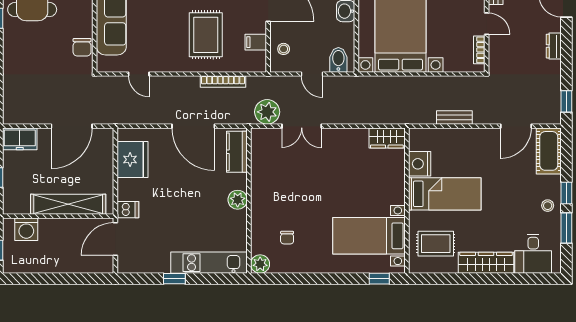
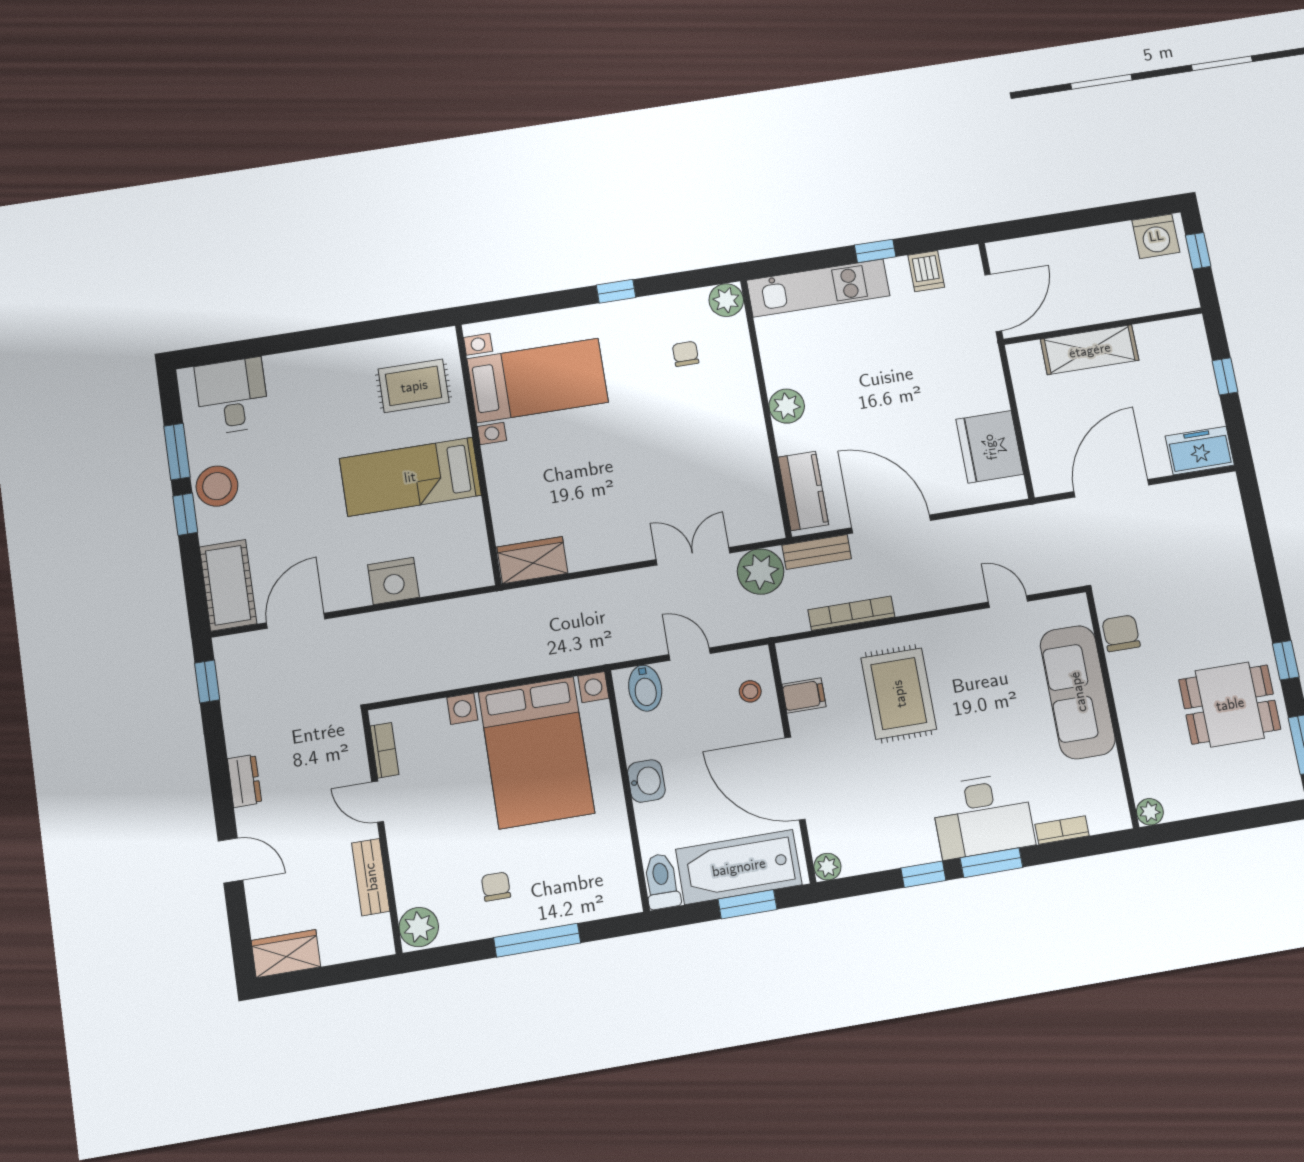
bench: (454, 117) -> (817, 552), moved
nightstand: (420, 164) -> (394, 581), moved, turned 90
shelving: (68, 204) -> (1090, 350), width x0.68
stool: (548, 206) -> (217, 486), width x1.89, depth x1.89
dishwasher: (128, 210) -> (926, 271), moved, turned -90
washing machine: (26, 229) -> (1156, 236), moved, turned 180
wardrobe: (486, 263) -> (317, 366), removed
window: (379, 279) -> (616, 291), moved

